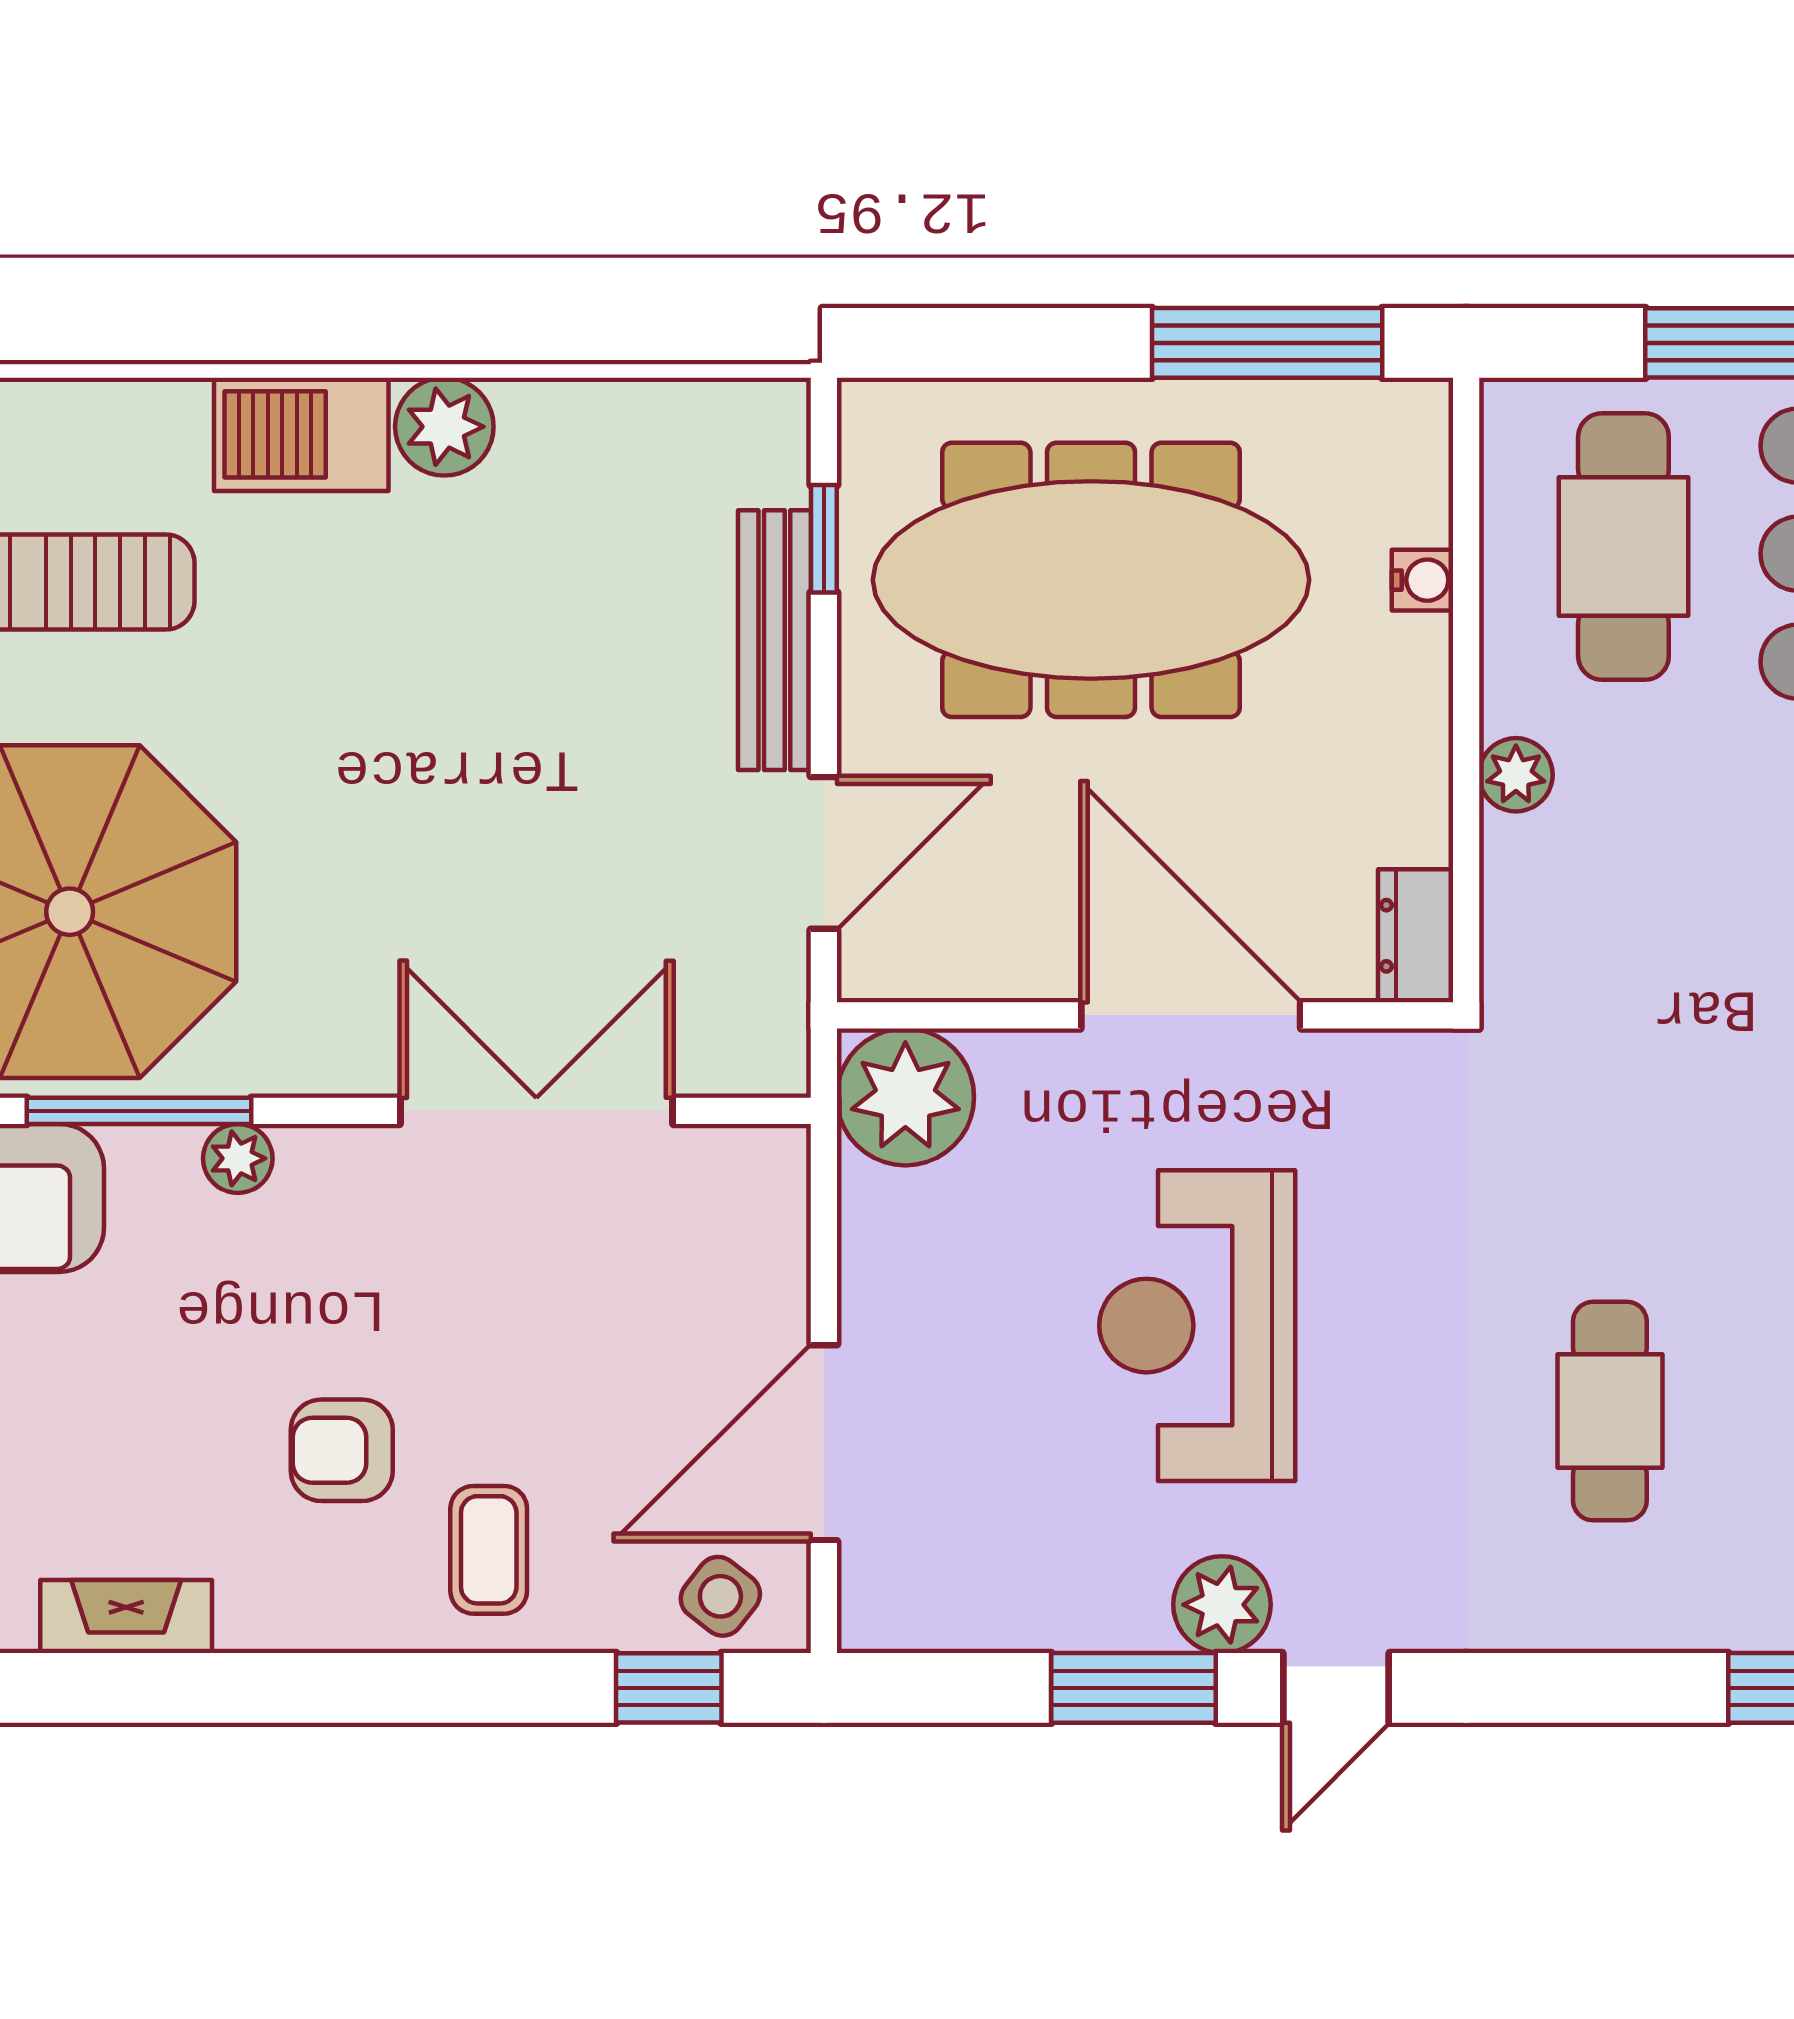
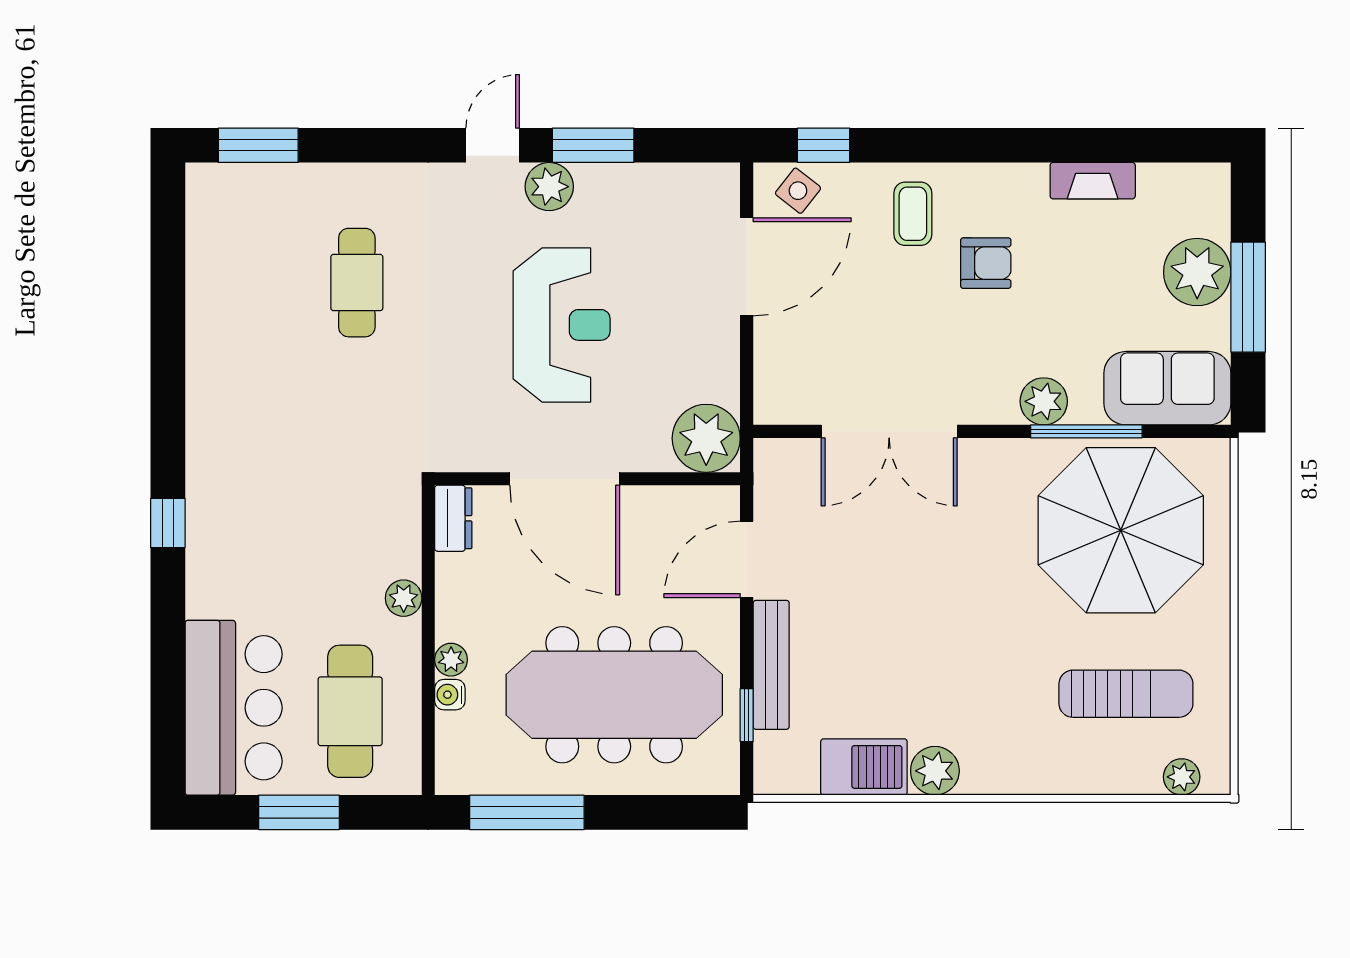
barbecue: (301, 434) -> (864, 767), moved
plant: (1420, 651) -> (451, 660), added
plant: (238, 1158) -> (1044, 401), width x1.38, depth x1.38

